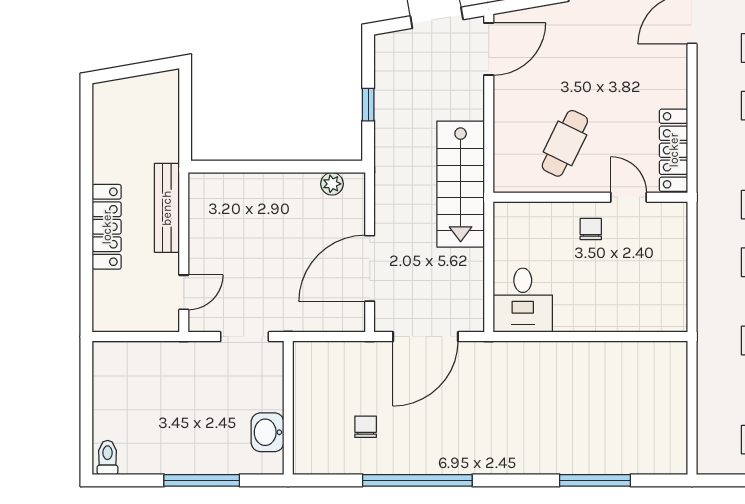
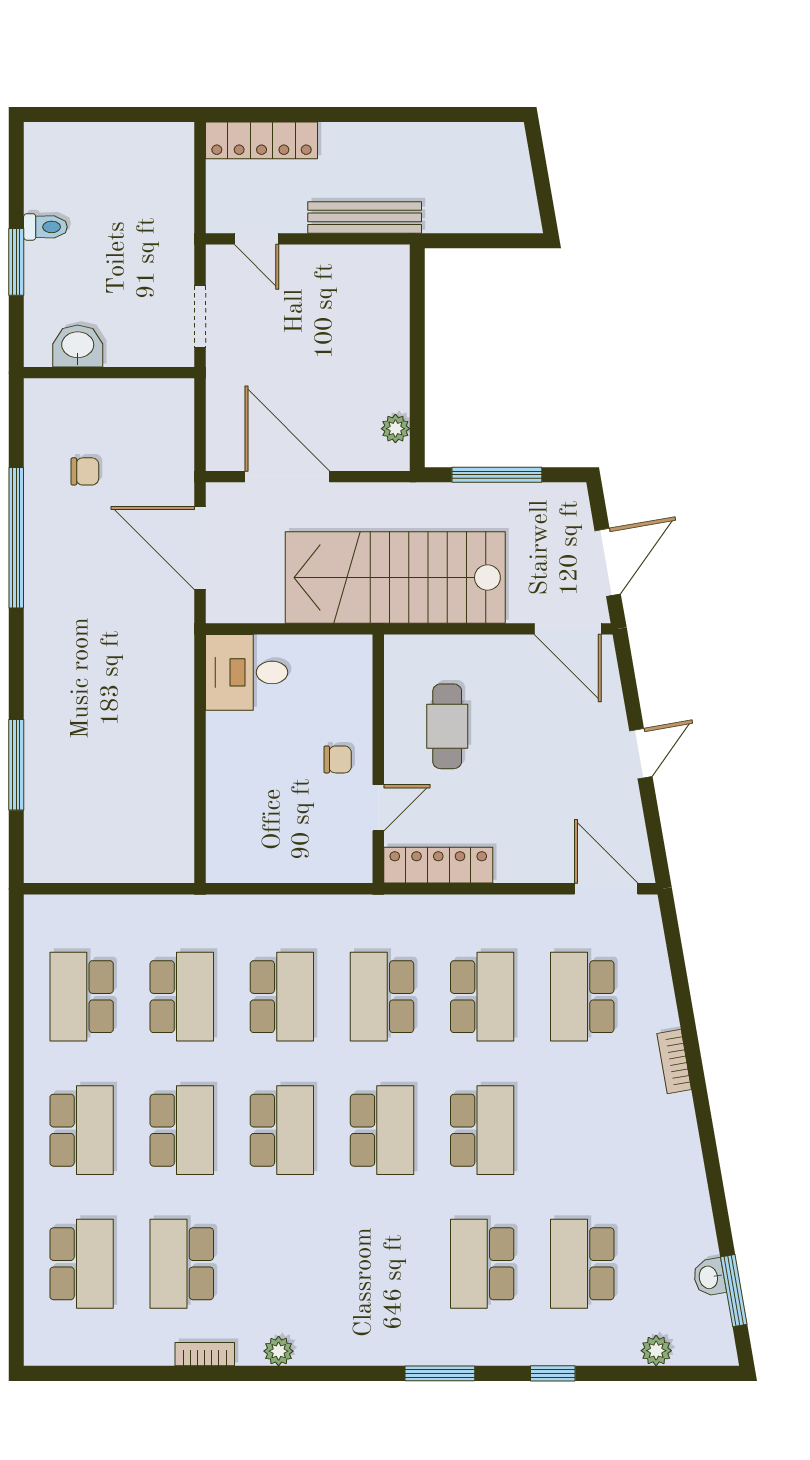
window: (368, 105) -> (497, 475), width x2.17
cafe table: (565, 143) -> (447, 726), turned 64
stairs: (461, 184) -> (395, 578), width x1.36, depth x1.51
locker: (107, 227) -> (262, 140), moved
toilet: (108, 457) -> (45, 227), moved
window: (202, 480) -> (16, 262), width x0.69

